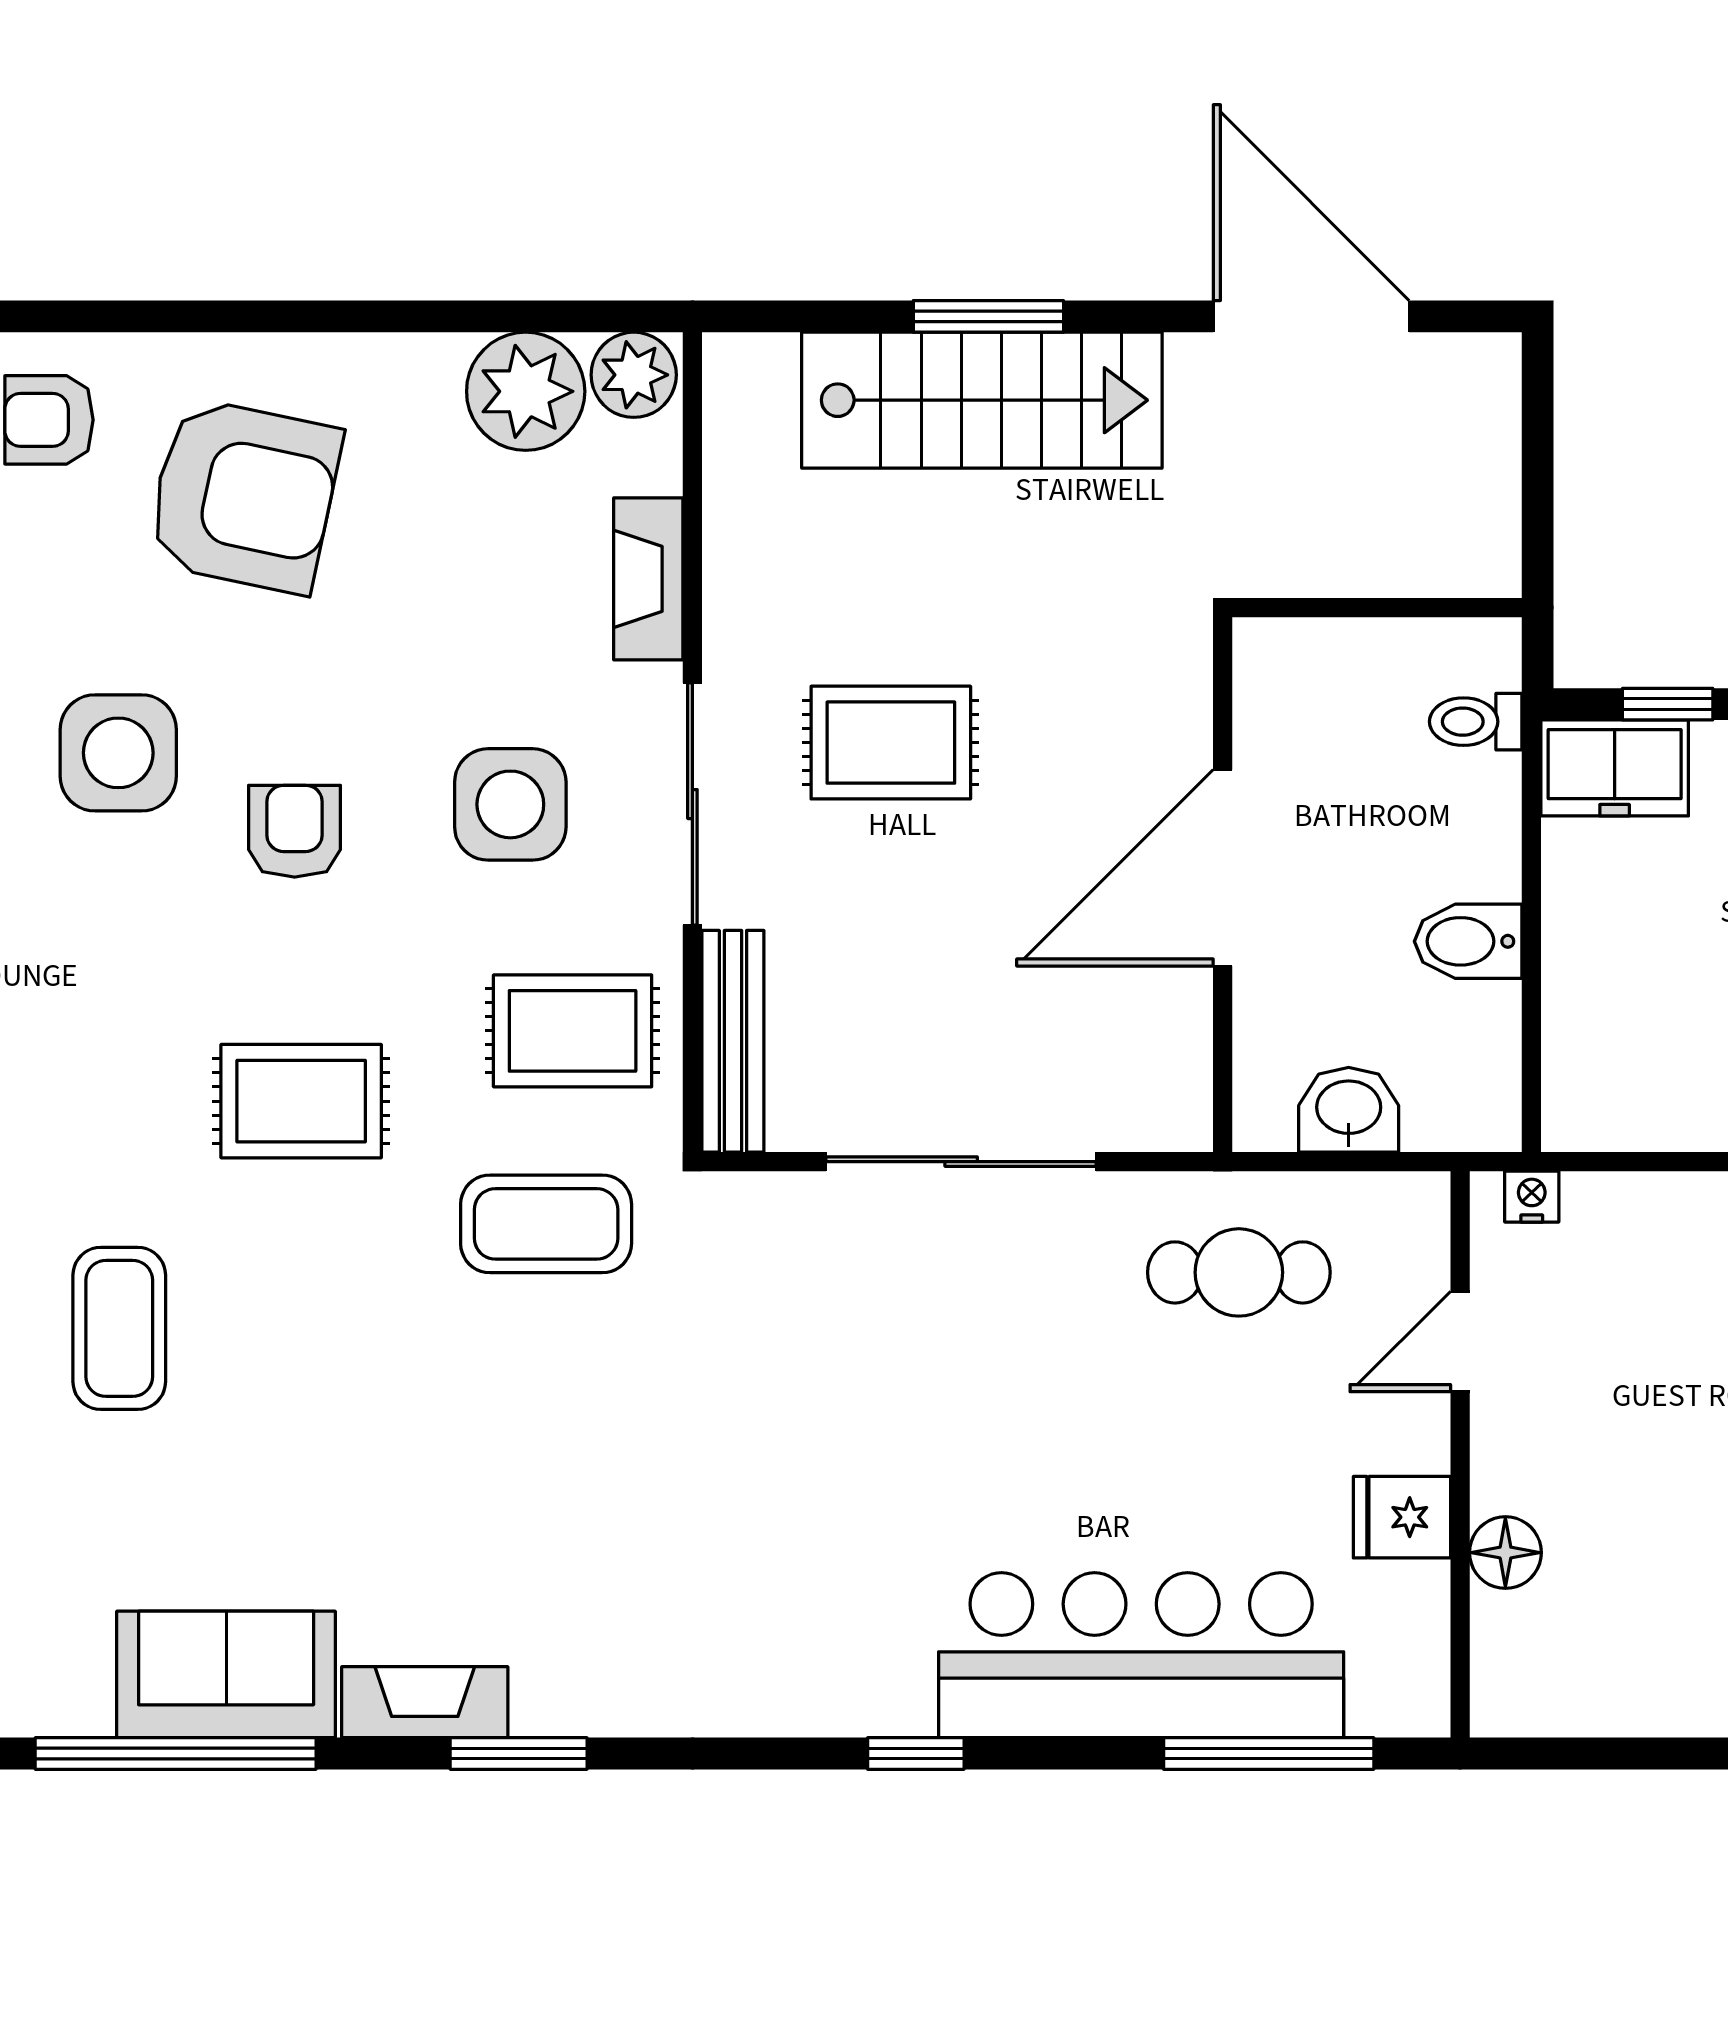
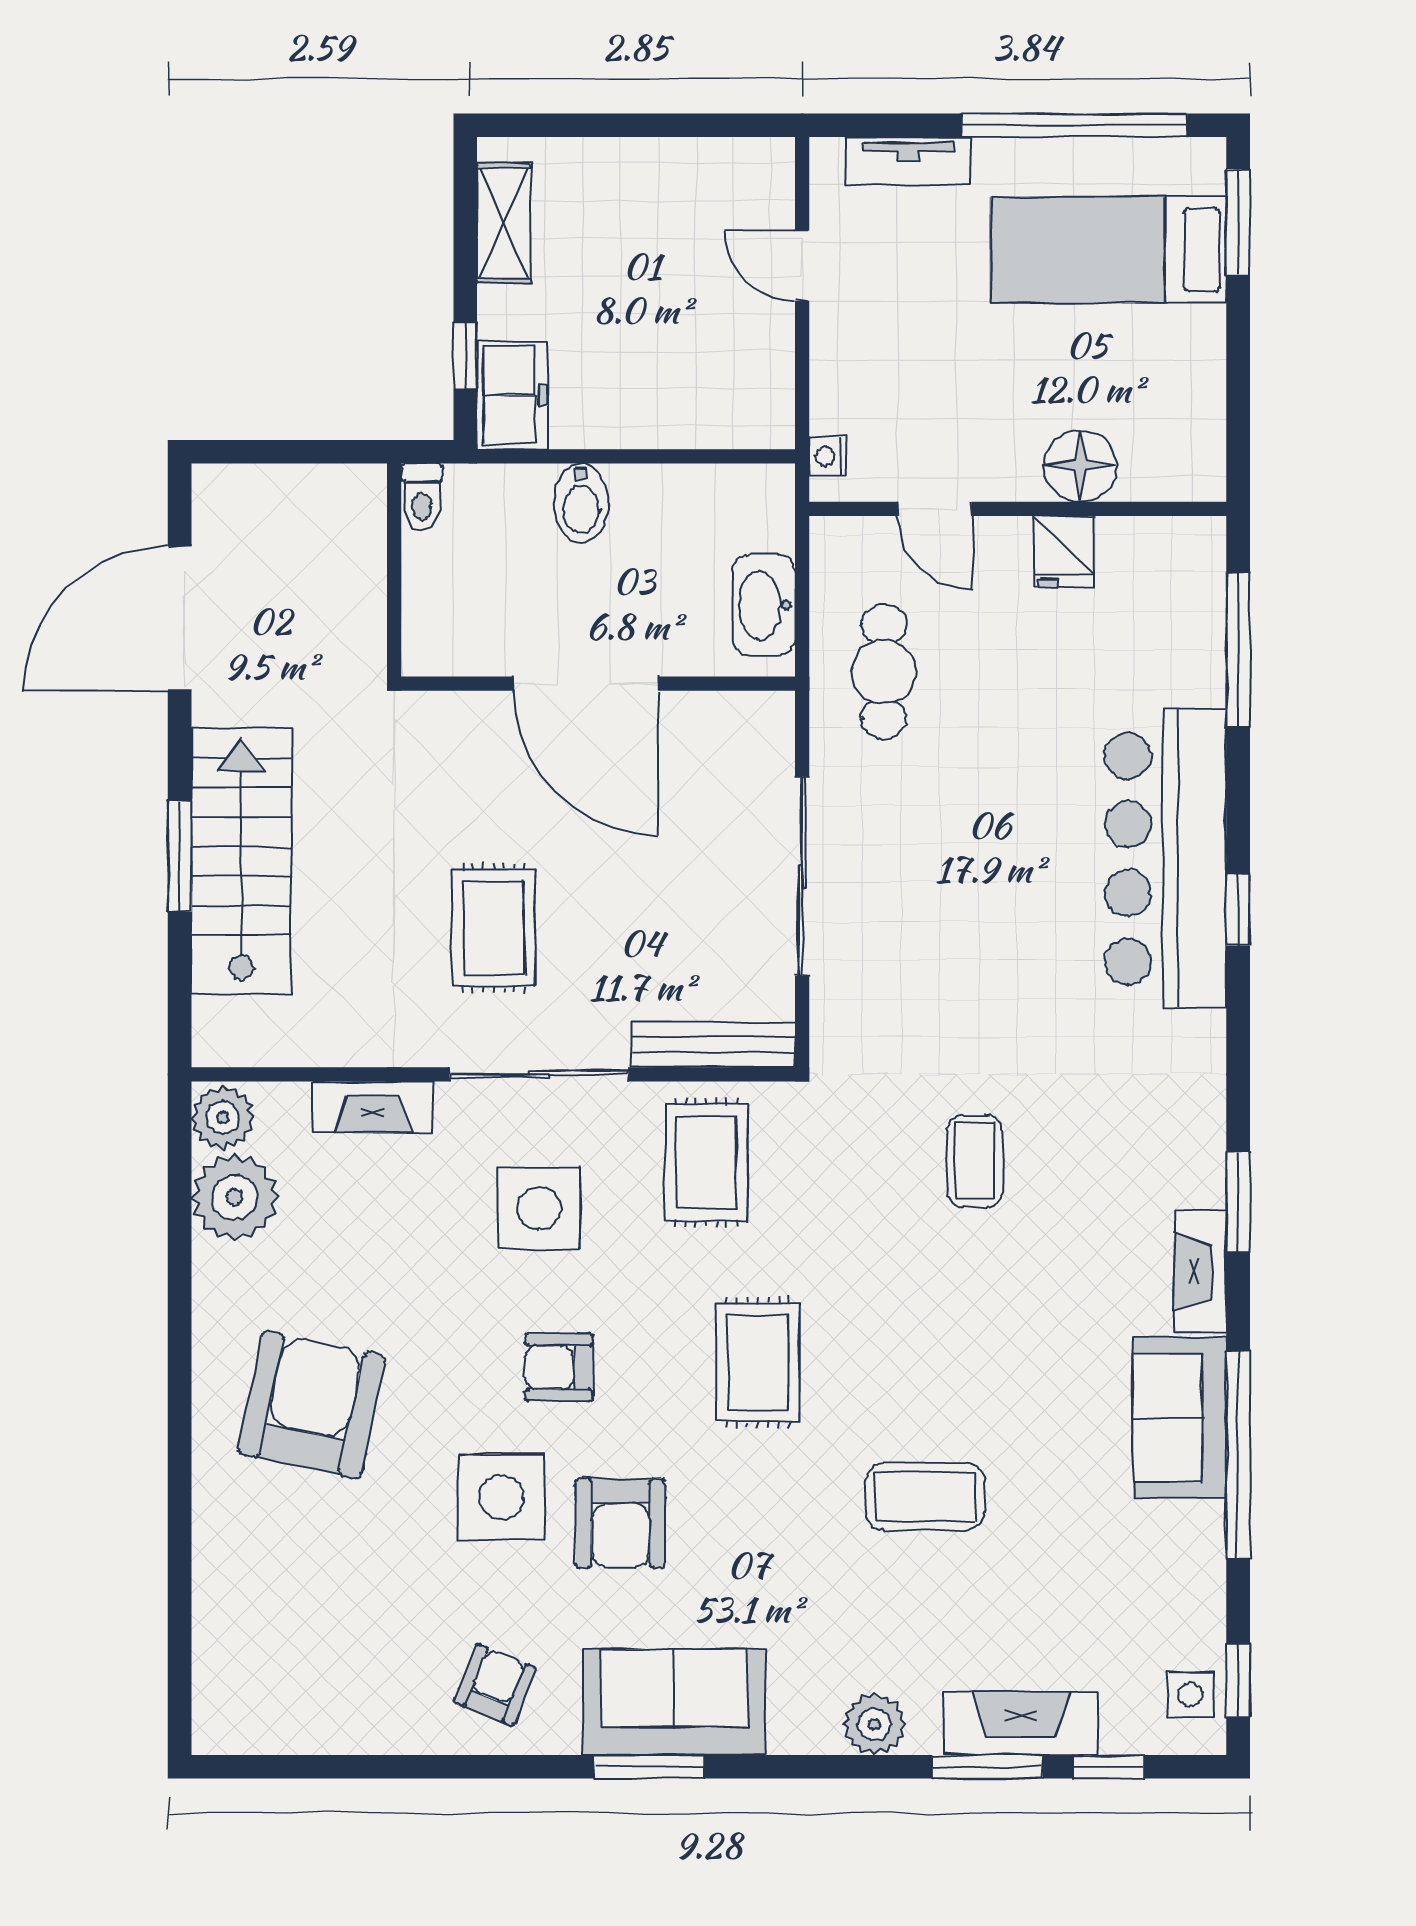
armchair: (49, 420) -> (620, 1523), moved, width x1.38, depth x1.38
toilet: (1476, 722) -> (422, 497), moved
bidet: (1468, 941) -> (581, 503), moved
washbasin: (1349, 1110) -> (764, 605), width x1.38
coffee table: (546, 1224) -> (975, 1161), moved, width x0.73, depth x0.77
floor lamp: (1505, 1553) -> (1080, 466), width x1.38, depth x1.38
bar counter: (1141, 1655) -> (1166, 859), moved

